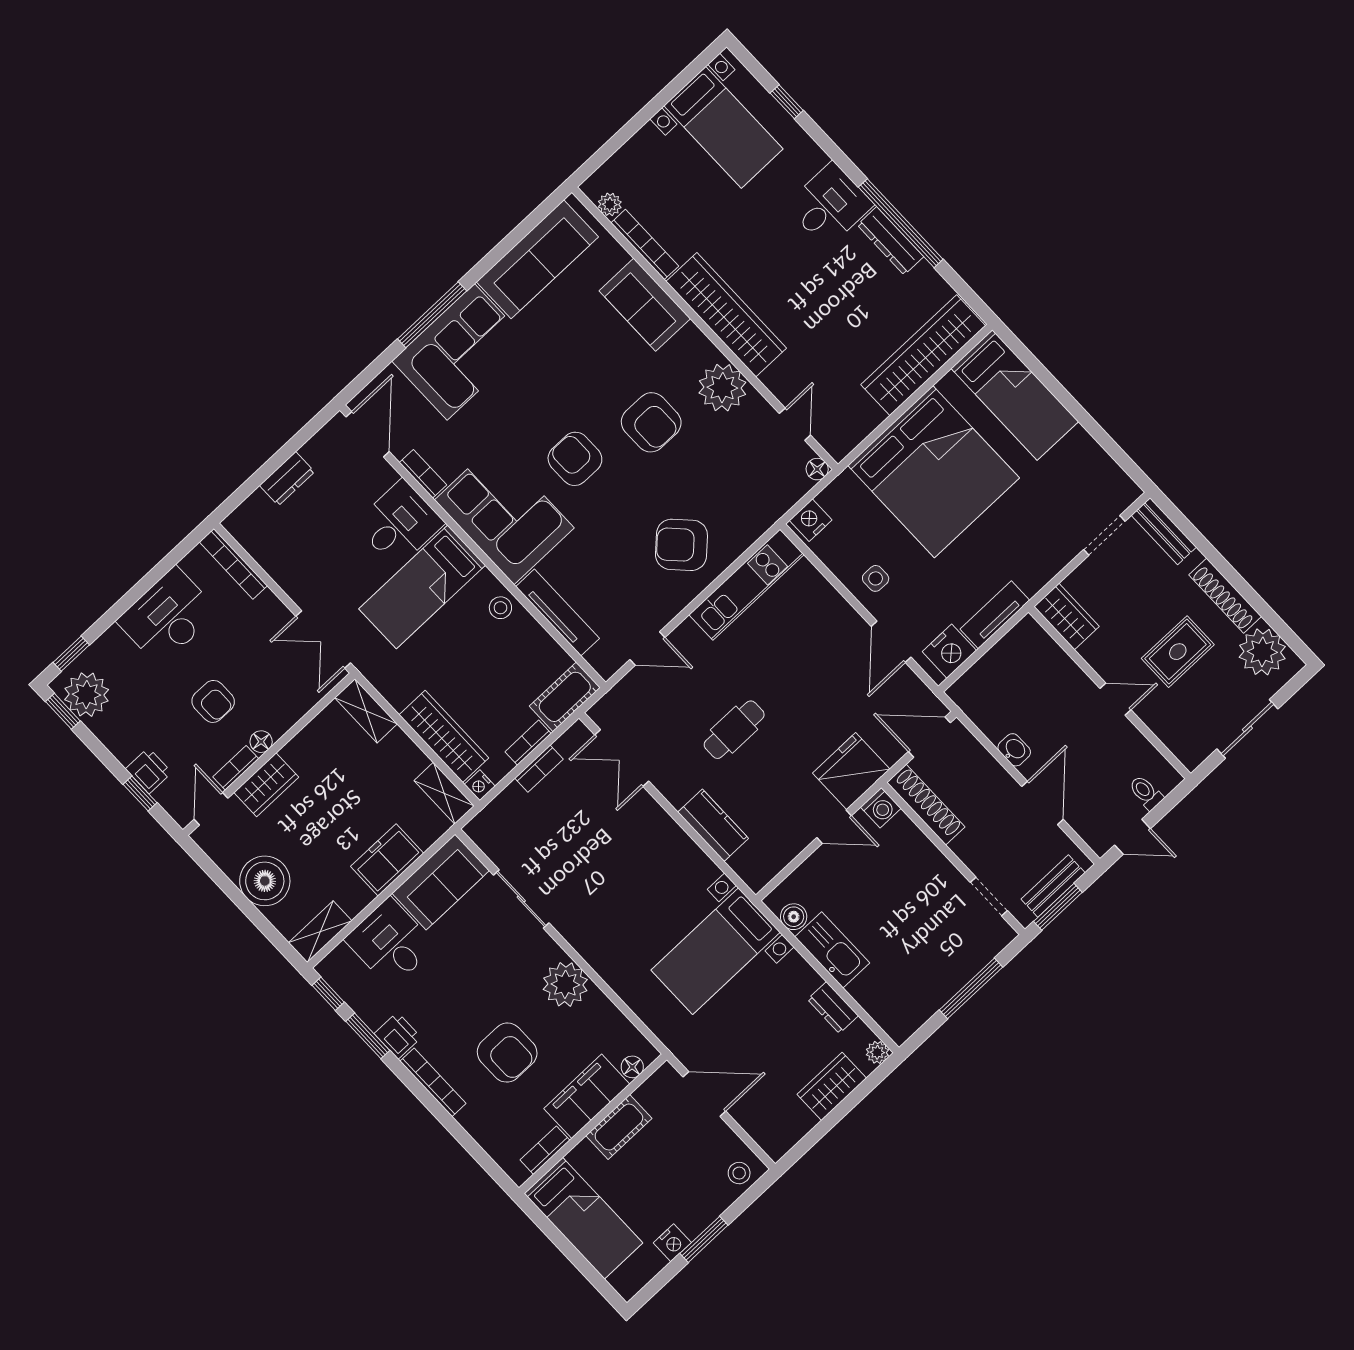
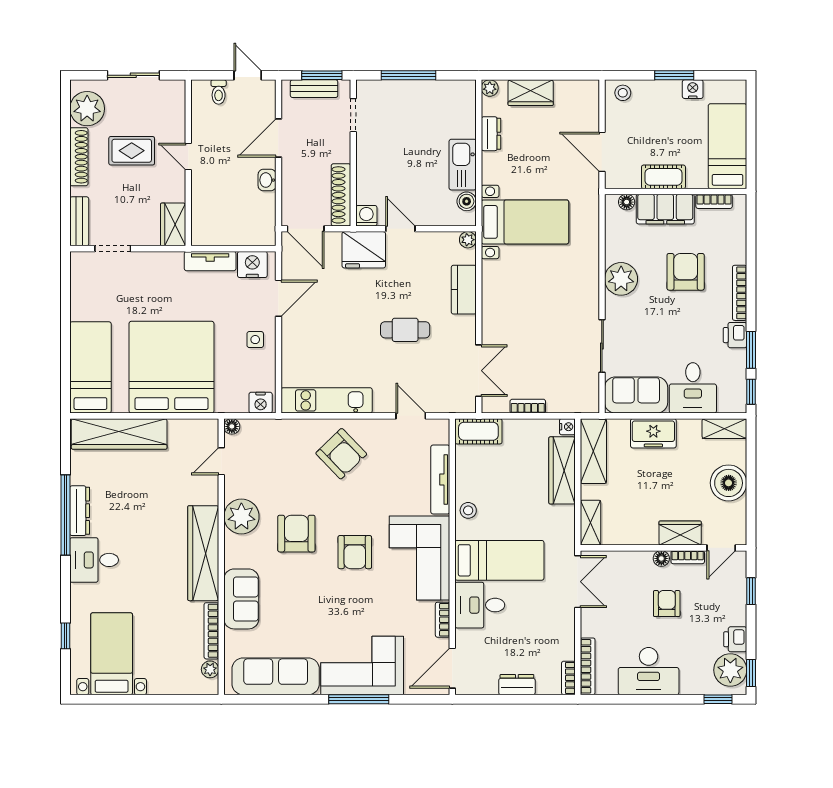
bookcase: (528, 743) -> (568, 678), moved, turned 90
printer: (149, 771) -> (735, 639), moved
shelving: (444, 793) -> (593, 451), width x1.50, depth x1.33
plant: (756, 879) -> (468, 240), added

